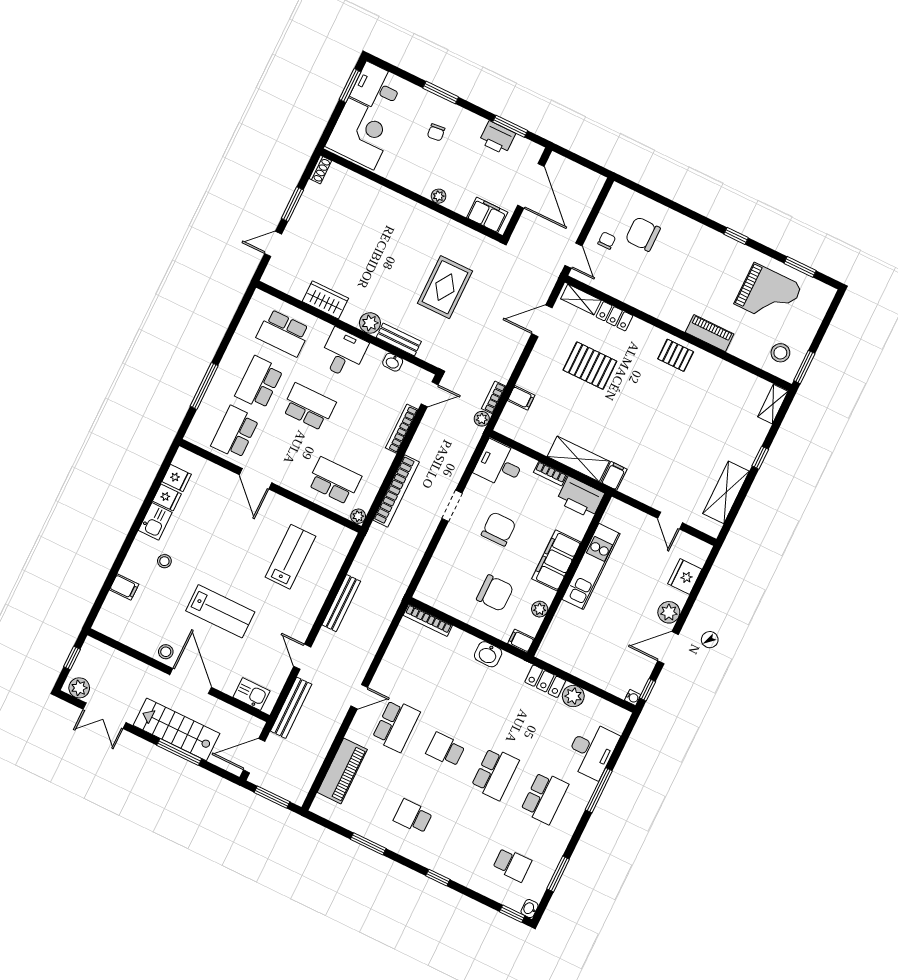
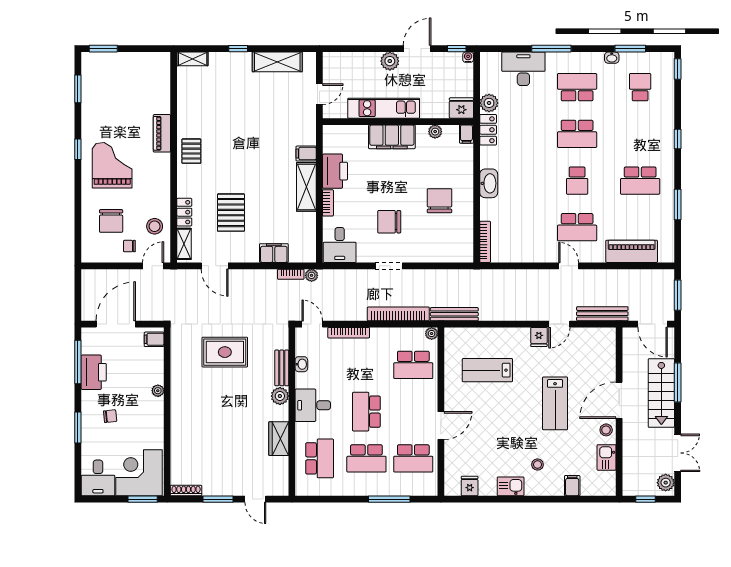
window: (350, 86) -> (143, 499), moved
window: (510, 126) -> (78, 362), width x1.44
printer: (497, 138) -> (94, 372), width x1.37, depth x1.19
shoe rack: (320, 170) -> (186, 491), width x1.43
filing cabinet: (487, 215) -> (154, 339), width x0.50
grand piano: (768, 295) -> (112, 165), moved
stool: (780, 353) -> (155, 226), moved
window: (804, 367) -> (103, 49), moved
filing cabinet: (521, 398) -> (274, 253), width x2.00
school desk: (334, 481) -> (413, 365), turned -90
fridge: (167, 497) -> (539, 337), moved, turned 180
filing cabinet: (556, 560) -> (392, 137), moved
kitchen unit: (591, 566) -> (384, 108), moved
wall: (569, 575) -> (398, 122), moved
fridge: (685, 576) -> (461, 108), moved, turned 180
bench: (341, 603) -> (454, 314), moved
plant: (540, 609) -> (435, 132), moved
lab bench: (220, 611) -> (555, 403), turned 180
filing cabinet: (521, 641) -> (466, 134), moved
door: (668, 648) -> (417, 49), swing flipped
washbasin: (488, 654) -> (489, 183), width x1.38
kitchen sink: (252, 694) -> (607, 457), moved
school desk: (396, 725) -> (577, 227), turned 180
school desk: (495, 774) -> (577, 134), turned 180
school desk: (413, 816) -> (640, 181), width x1.85
washbasin: (530, 909) -> (612, 58), moved

